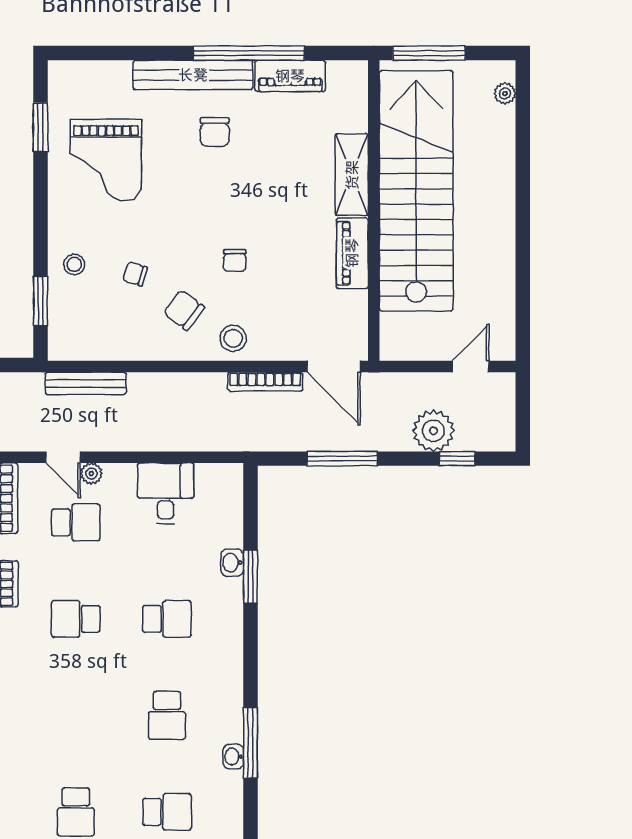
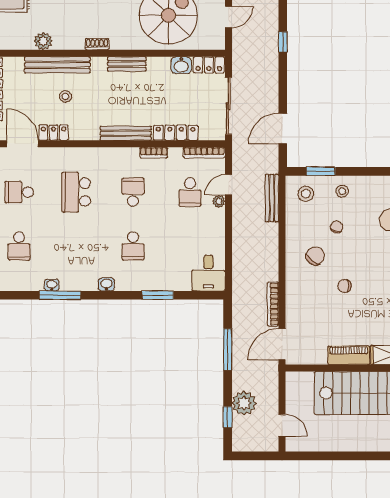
stool: (233, 338) -> (306, 194), moved
desk: (166, 493) -> (208, 273), moved, turned 90
washbasin: (232, 563) -> (106, 284), moved
school desk: (167, 715) -> (76, 192), moved, width x1.85

